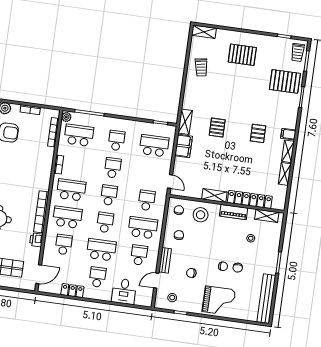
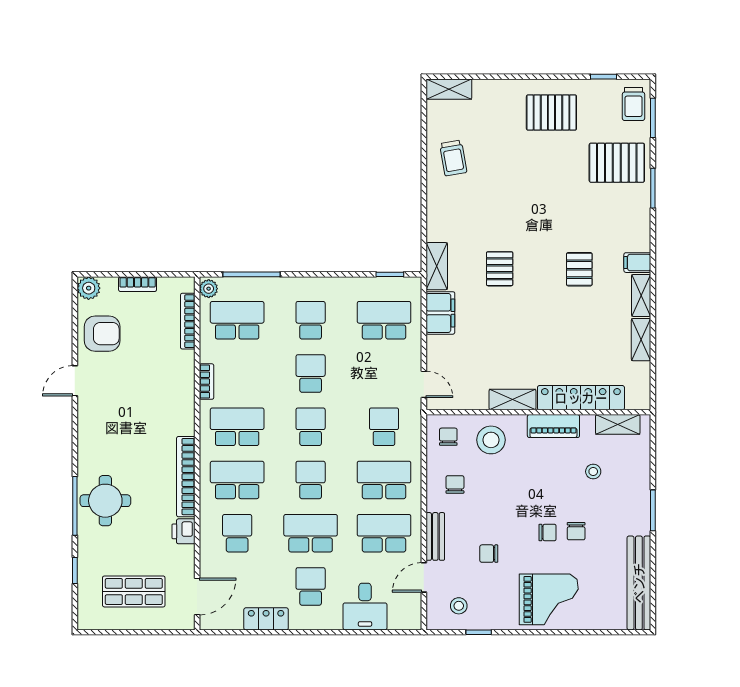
pallet: (242, 55) -> (551, 113), moved
school desk: (139, 255) -> (384, 533), width x1.85

